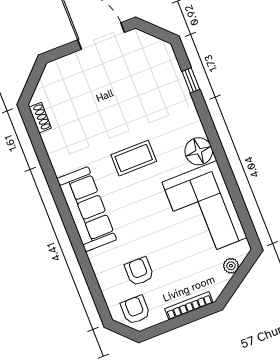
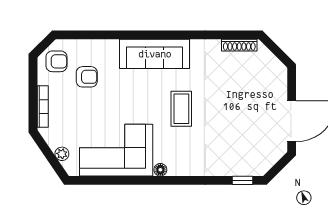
window: (191, 80) -> (242, 180), moved
shoe rack: (40, 118) -> (239, 45), width x1.43
floor lamp: (199, 151) -> (160, 170), width x0.53, depth x0.53

